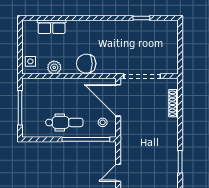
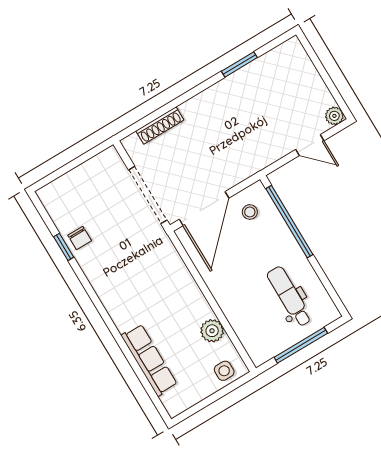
row of seats: (52, 27) -> (149, 360), width x1.48
chair: (86, 64) -> (80, 238), moved, width x0.54, depth x0.54
dental chair: (64, 122) -> (289, 297), moved

